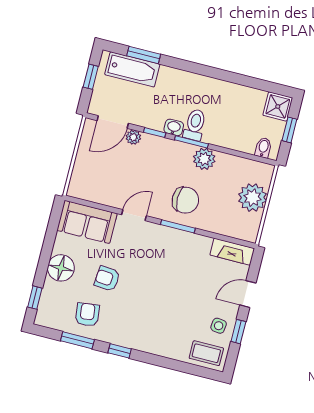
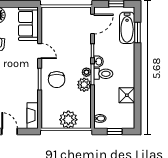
shower: (278, 106) -> (127, 95), moved
door: (113, 122) -> (92, 24), swing flipped
plant: (133, 137) -> (86, 72), moved

